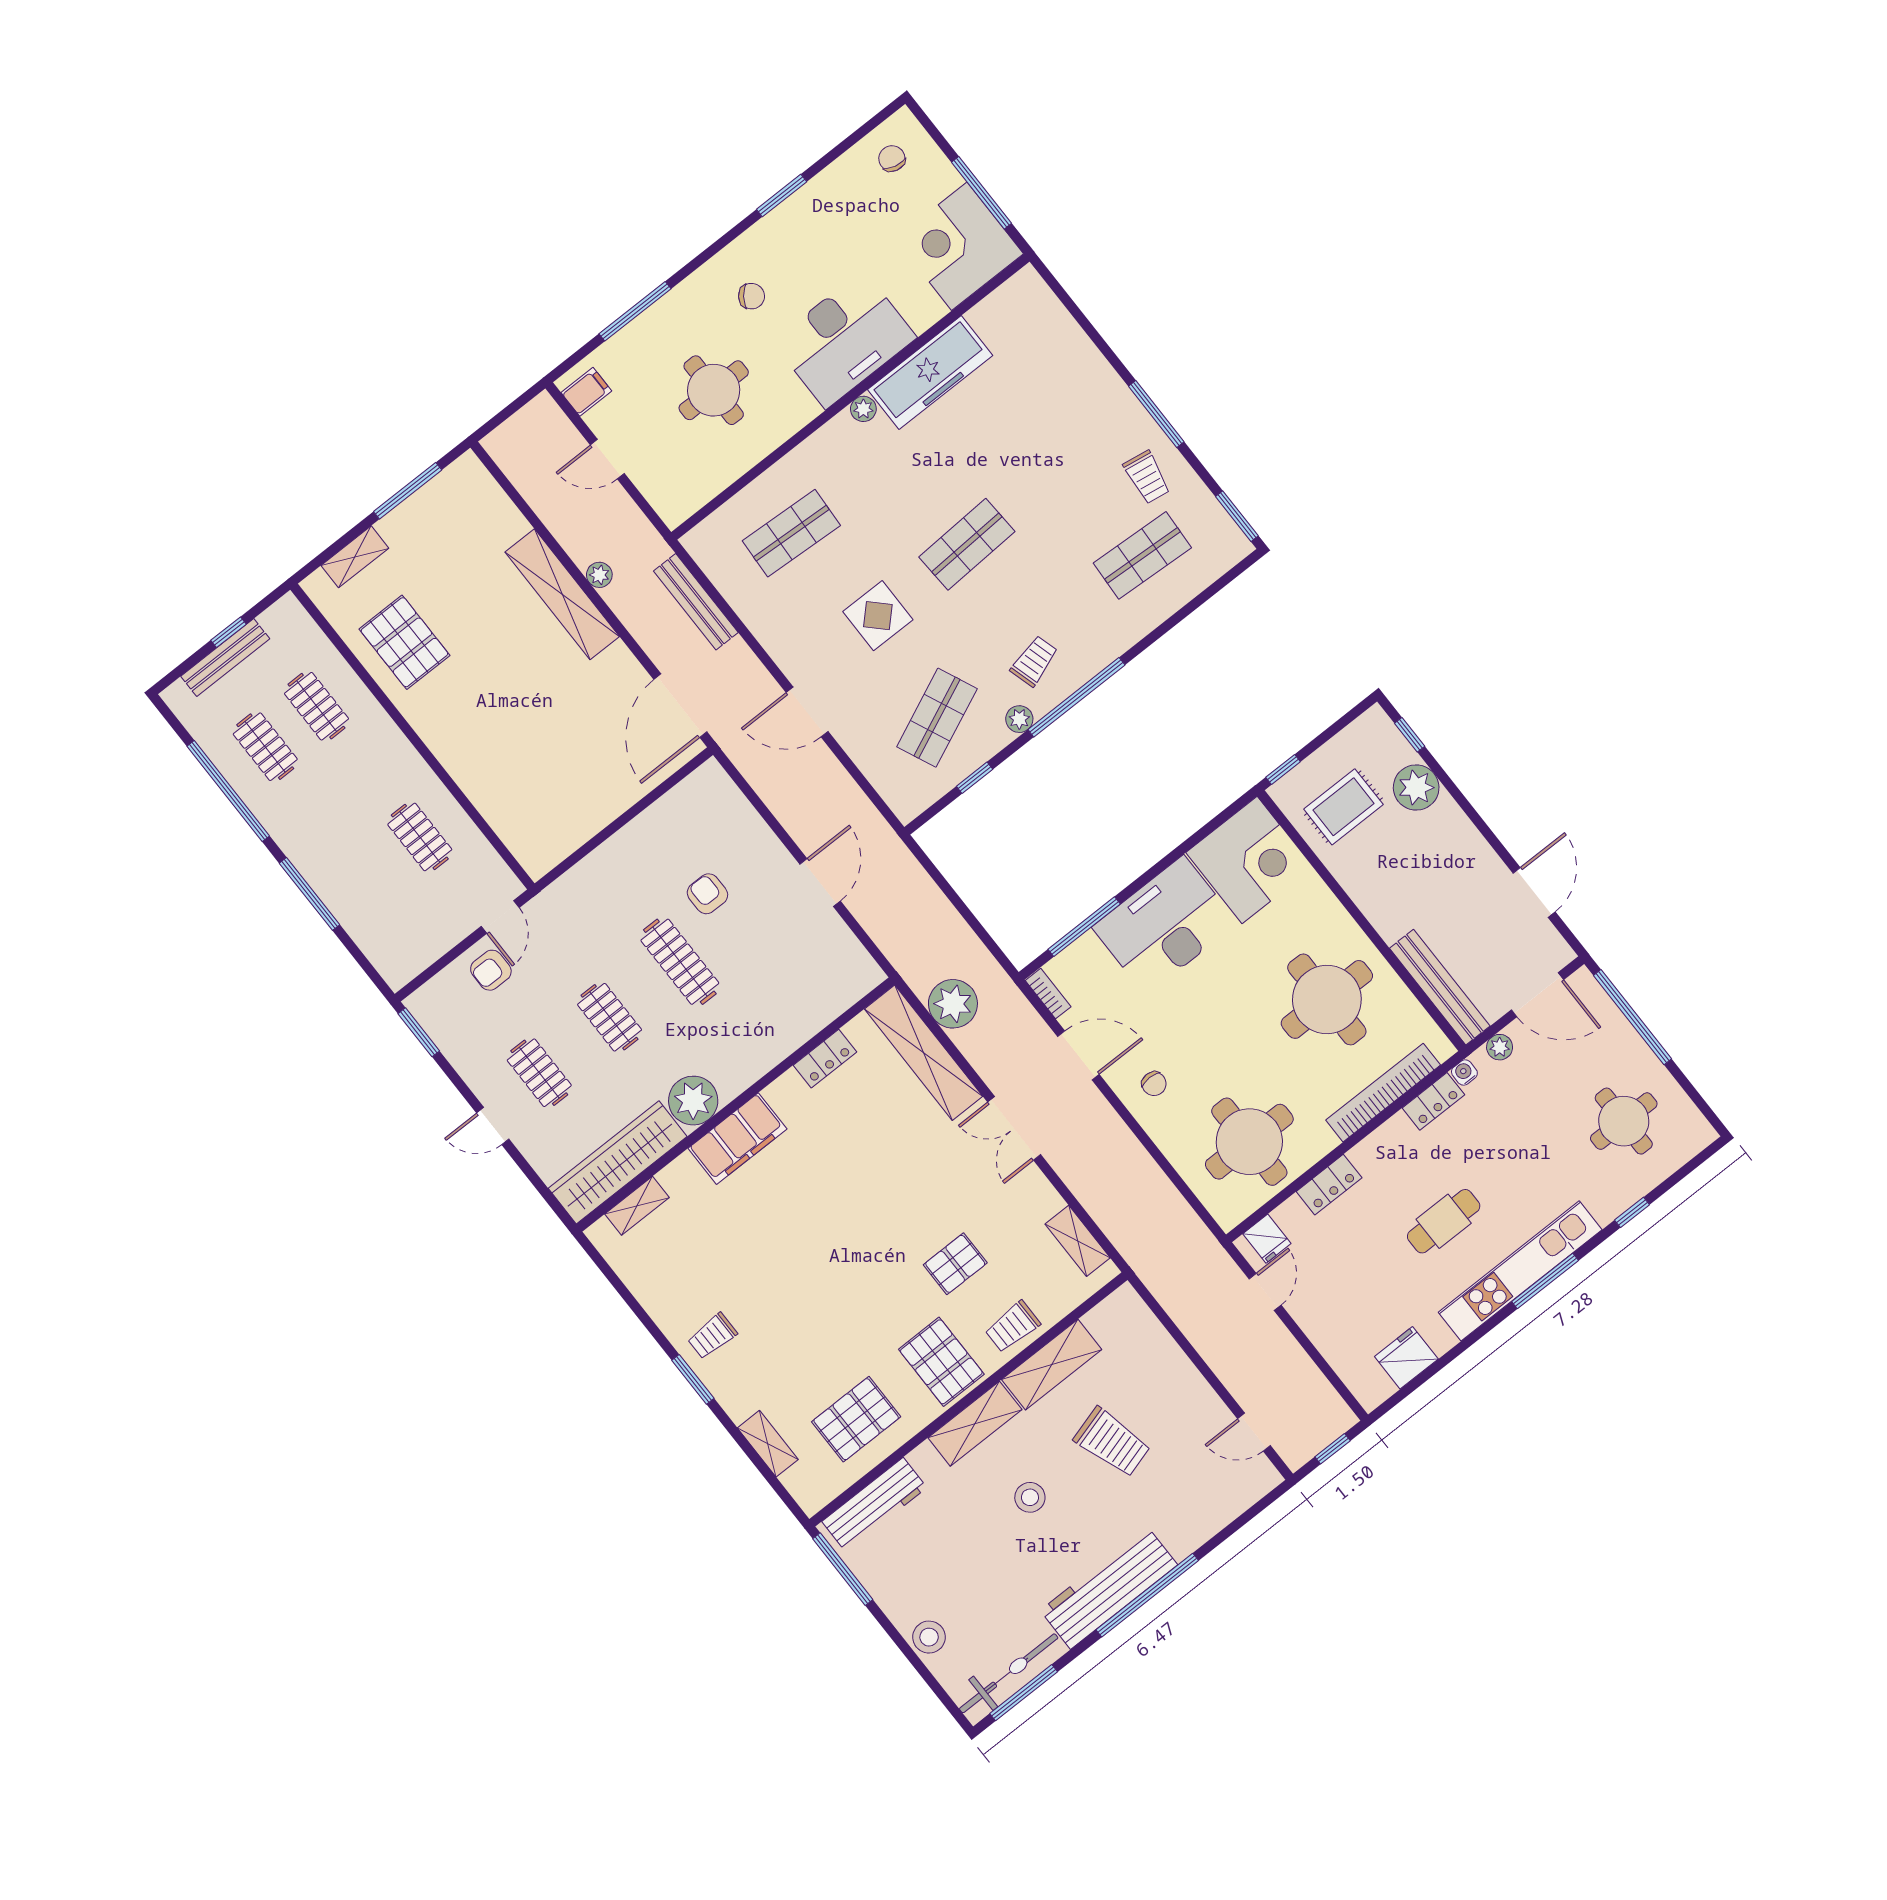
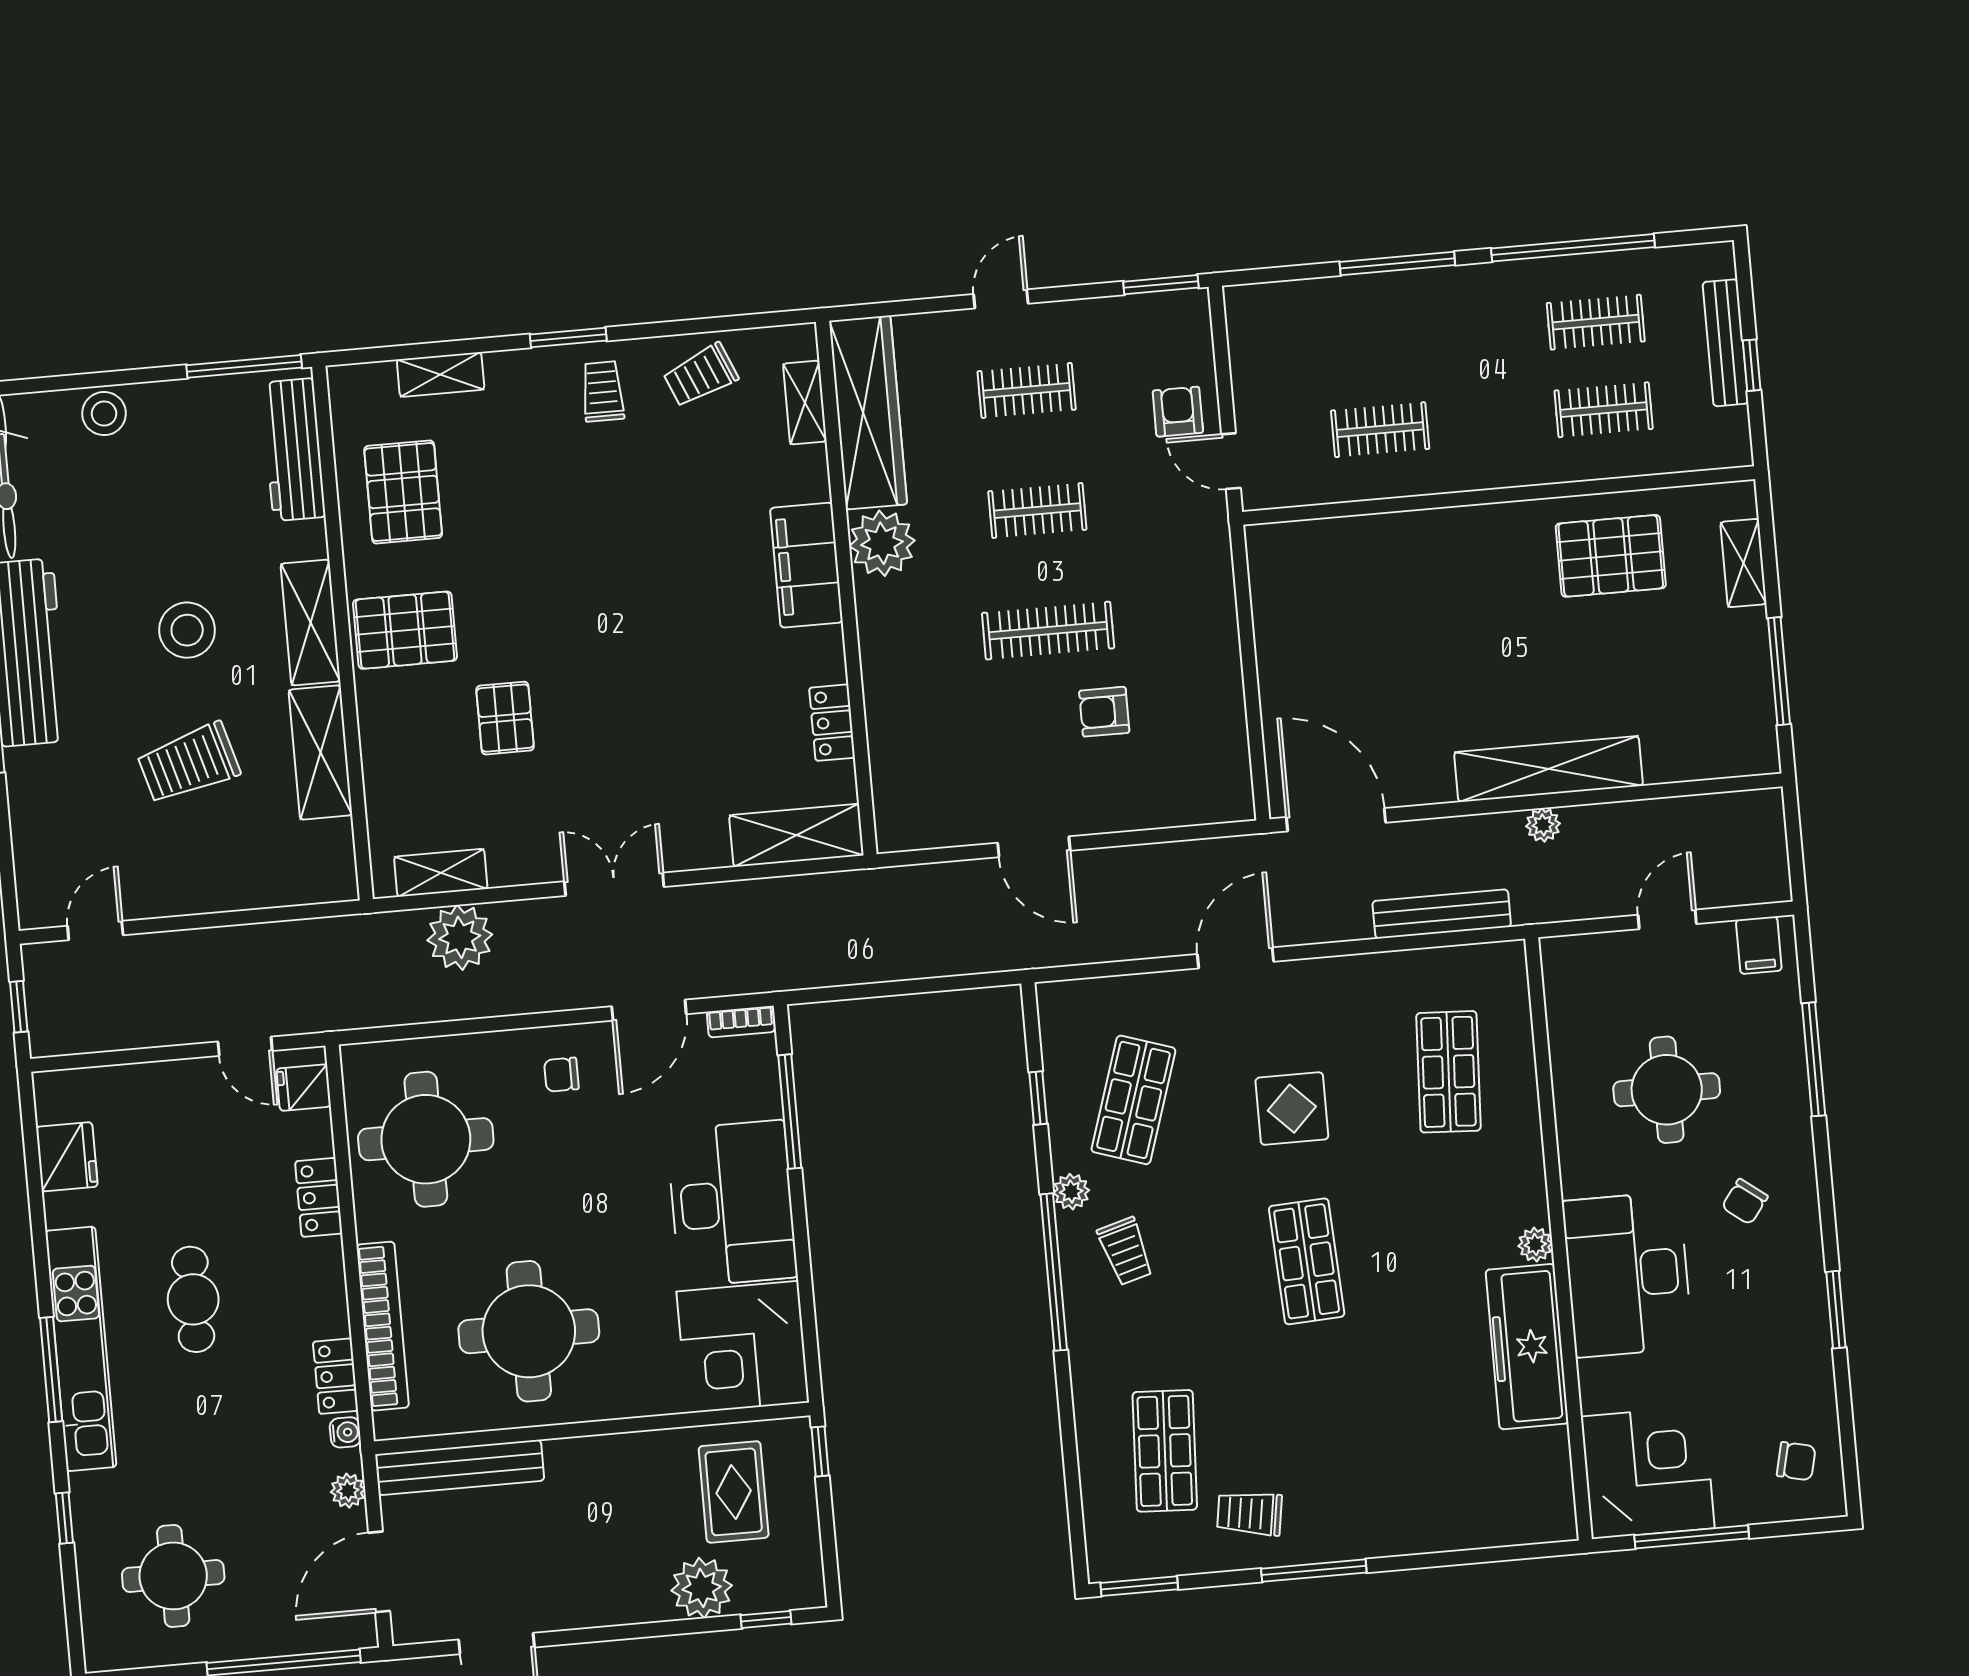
shop shelf: (937, 718) -> (1133, 1100), turned 42
armchair: (707, 894) -> (1104, 712), turned 180
plant: (953, 1004) -> (460, 937), moved
shelving: (924, 1053) -> (796, 835), width x0.68
trolley: (1012, 1327) -> (701, 375), moved, turned -113
stool: (1030, 1497) -> (187, 630), width x1.38, depth x1.38

